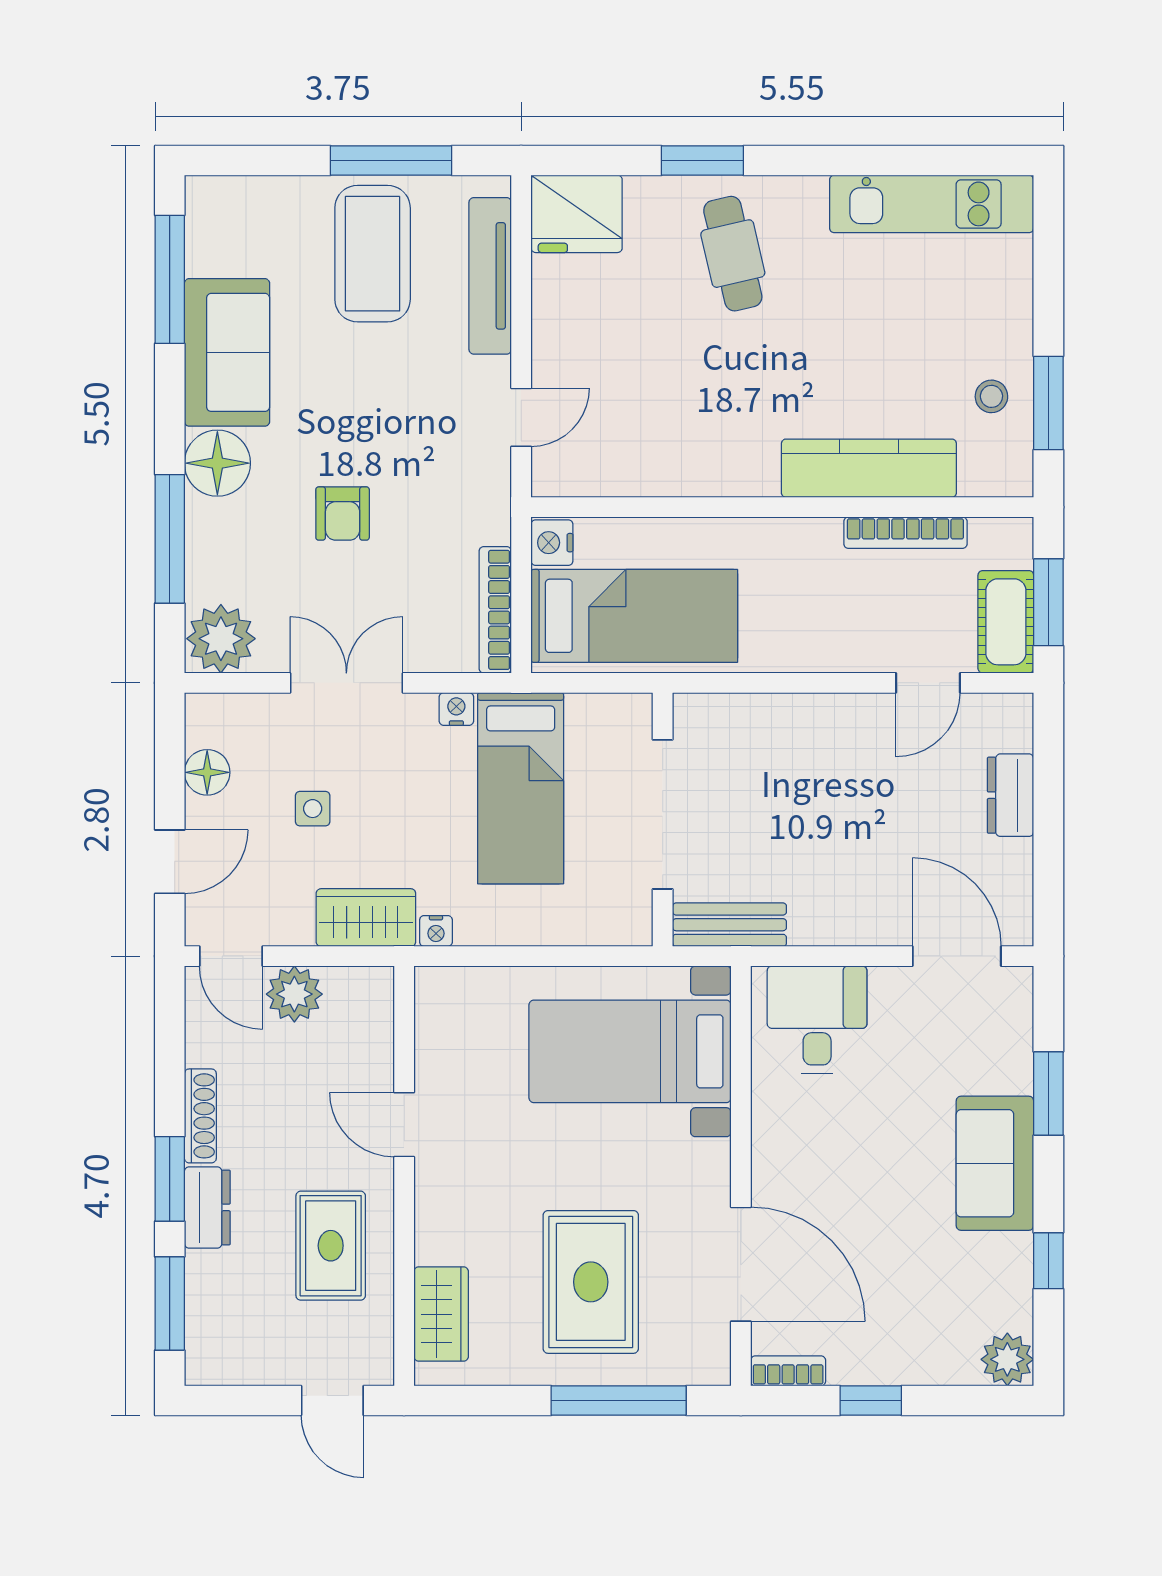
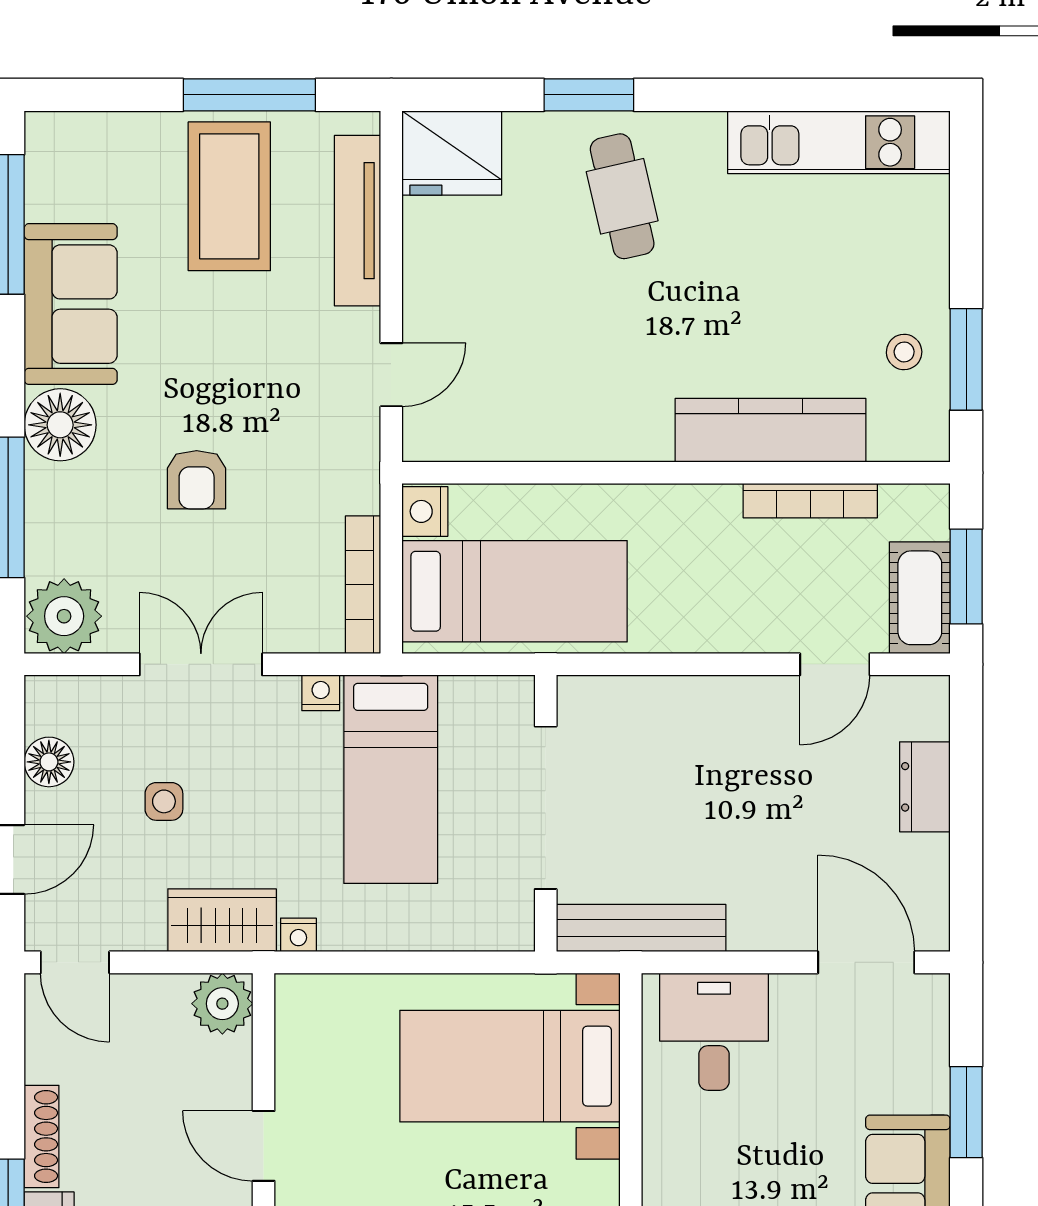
bench: (729, 925) -> (641, 928), width x1.36
plant: (294, 994) -> (222, 1004), moved

